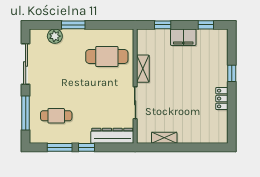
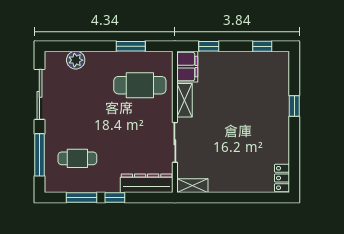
window: (73, 25) -> (131, 46), moved
filing cabinet: (183, 37) -> (187, 67), moved, turned -90
locker: (222, 99) -> (282, 178), moved
shelving: (164, 138) -> (192, 186), moved

